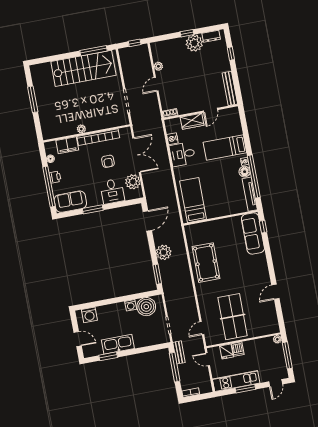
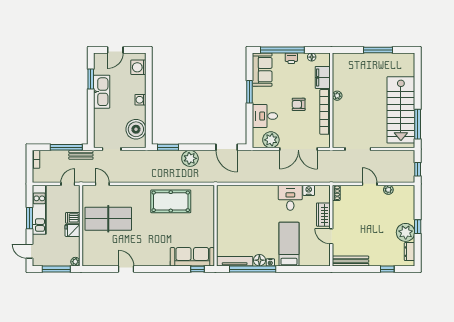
armchair: (108, 161) -> (299, 104), moved
bed: (193, 200) -> (240, 200), removed
washing machine: (131, 305) -> (140, 100), moved
fridge: (226, 351) -> (73, 230), moved

